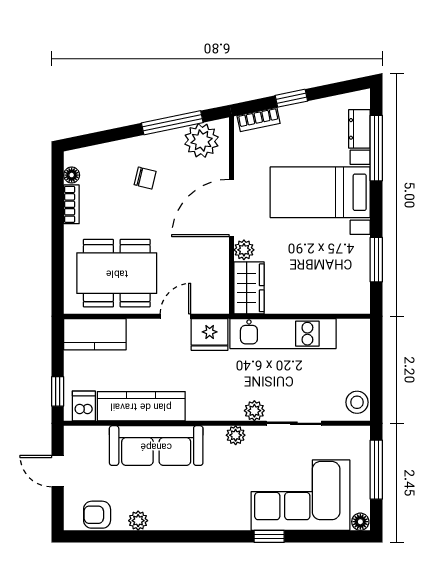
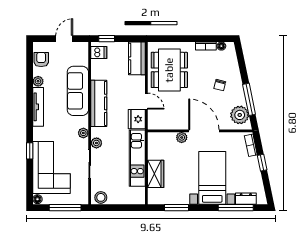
wardrobe: (249, 288) -> (156, 174), moved, turned -90
kitchen counter: (141, 406) -> (99, 103), moved
tv unit: (186, 520) -> (38, 107), added

